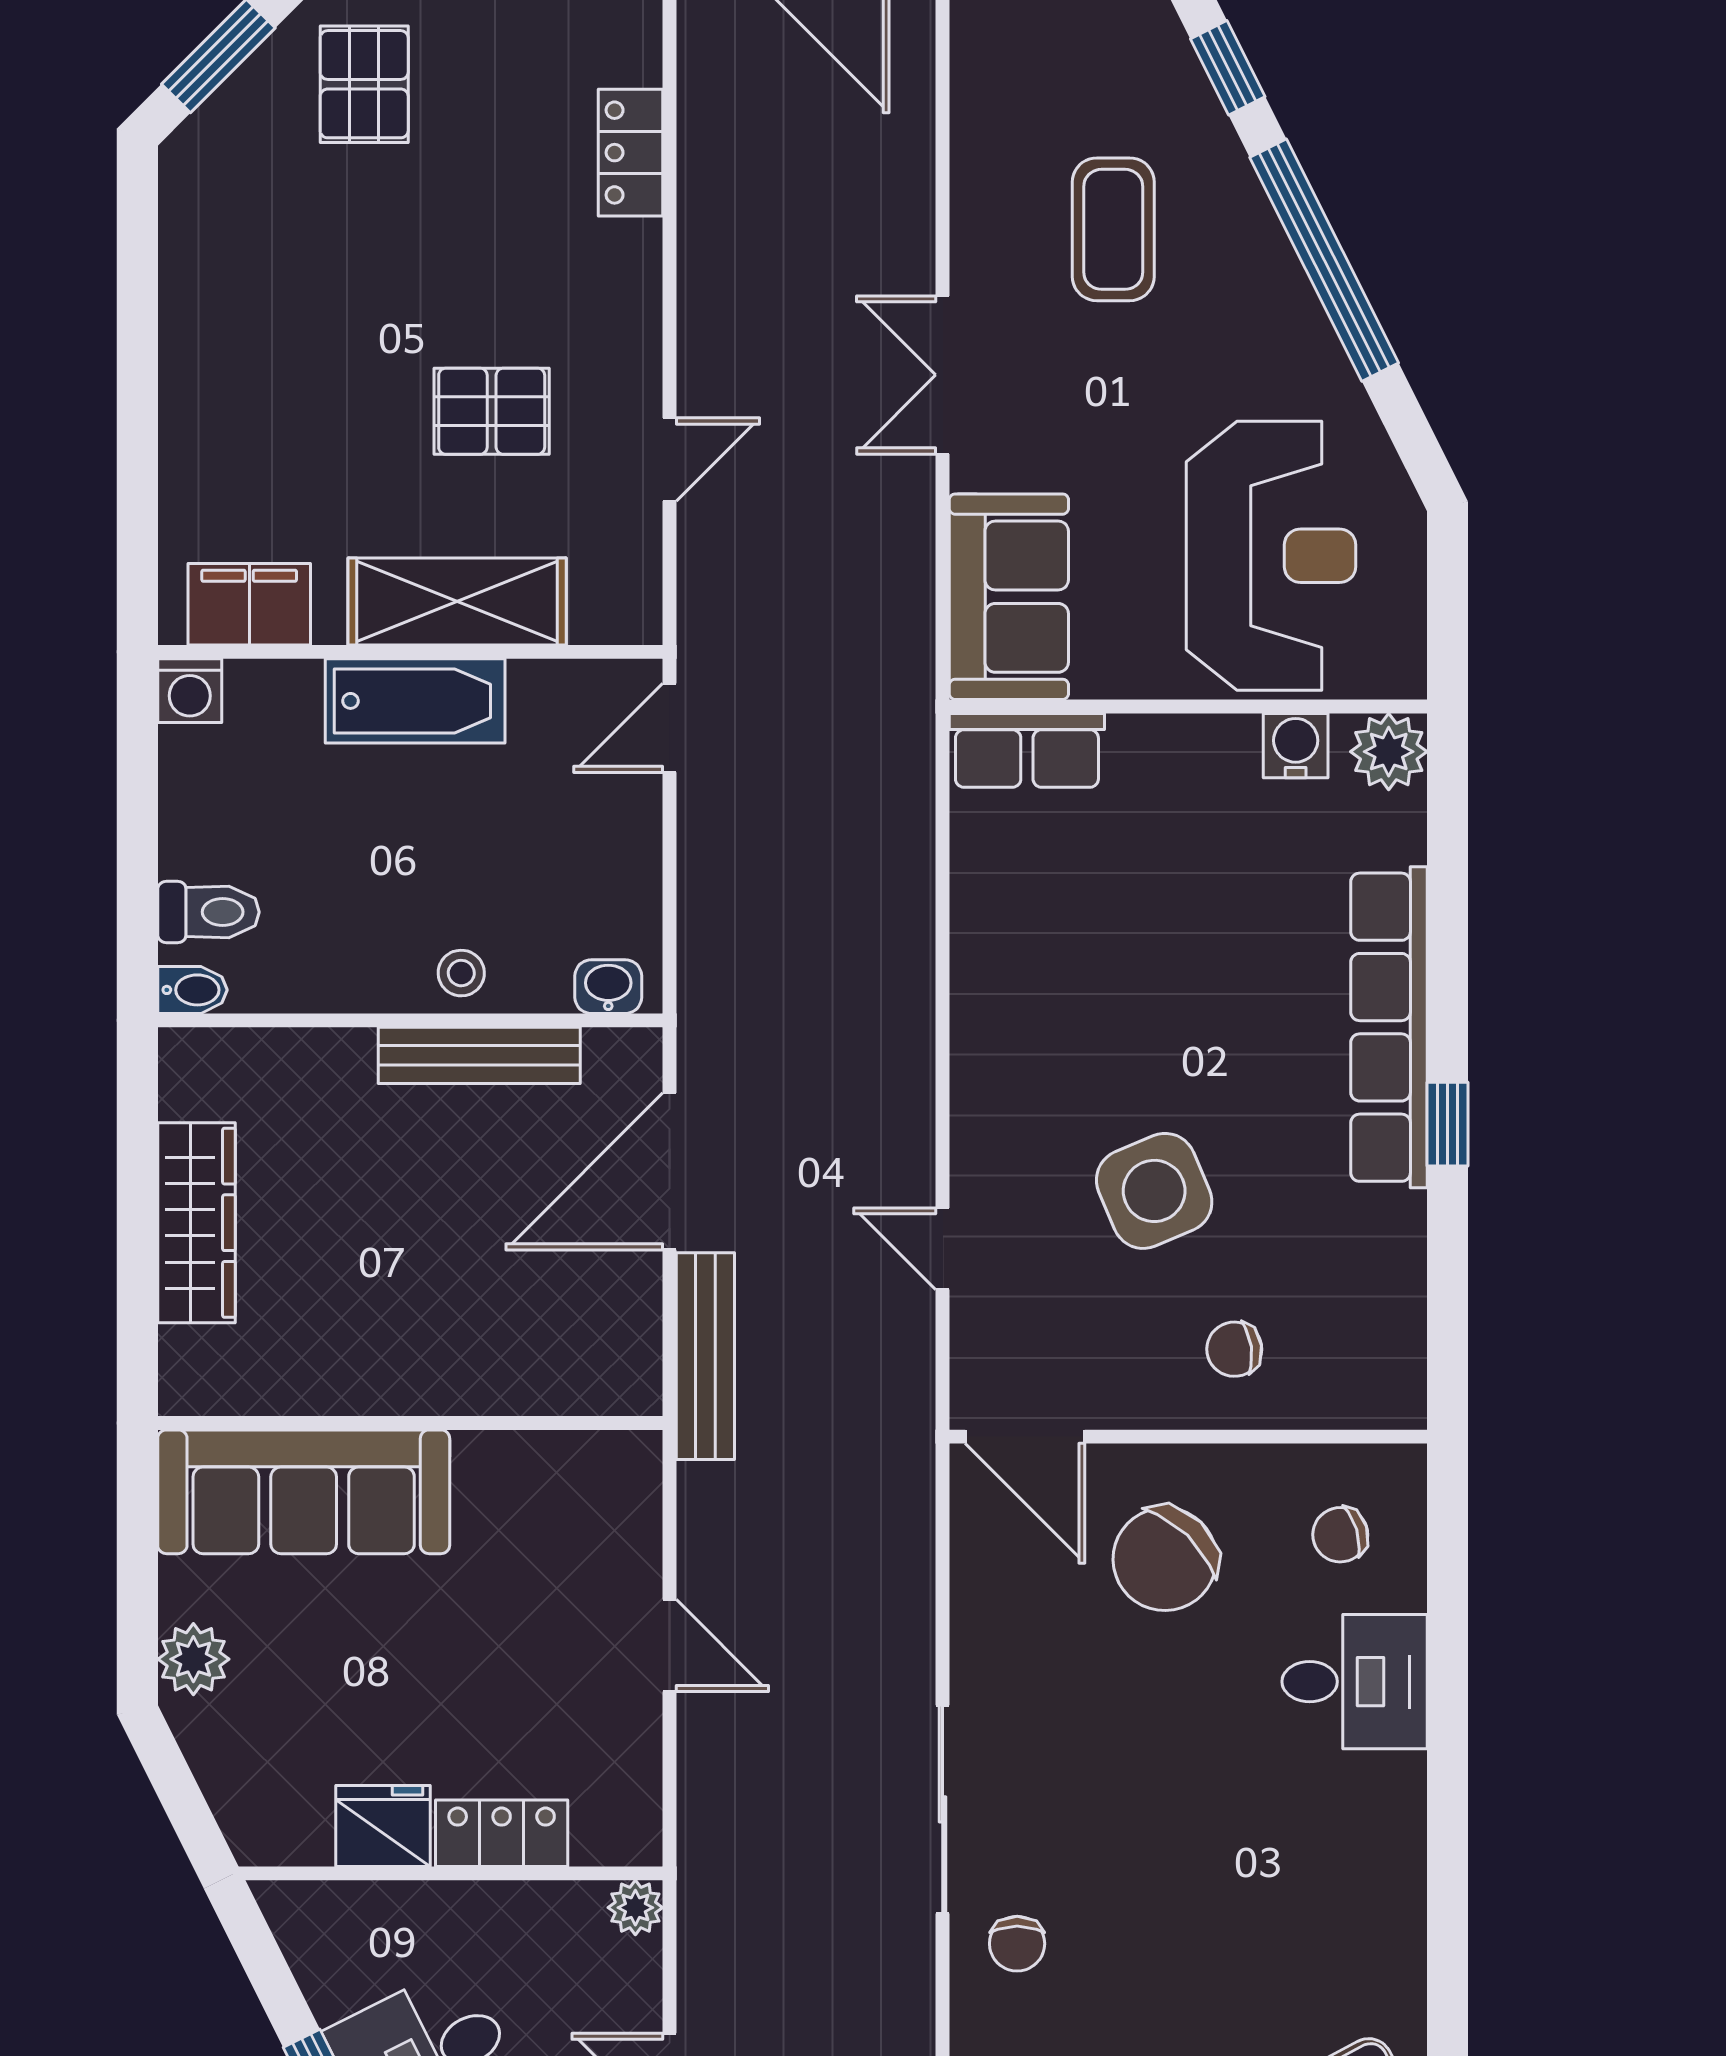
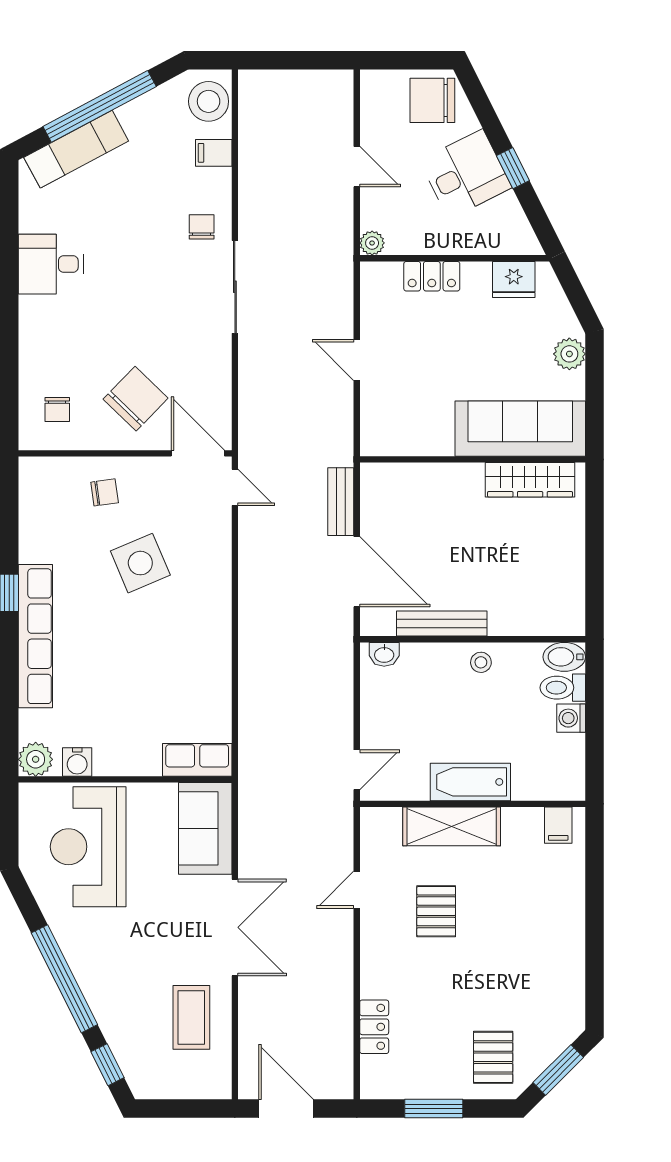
coffee table: (1113, 229) -> (191, 1017), moved
double door: (943, 375) -> (235, 927), width x1.37
pallet: (492, 411) -> (436, 911), turned 90
filing cabinet: (249, 604) -> (558, 825), width x0.50
washing machine: (190, 691) -> (571, 718), moved, turned -90
stool: (461, 973) -> (481, 662), moved
bidet: (192, 990) -> (564, 657), width x1.38, depth x1.36
door: (670, 1171) -> (357, 572), hinge flipped
wardrobe: (196, 1223) -> (530, 480), moved, turned -90
door: (943, 1249) -> (235, 487), moved
bench: (705, 1356) -> (341, 502), width x0.73
chair: (1340, 1535) -> (57, 410), turned 107
desk: (1355, 1682) -> (51, 264), moved
fridge: (383, 1826) -> (514, 279), moved

